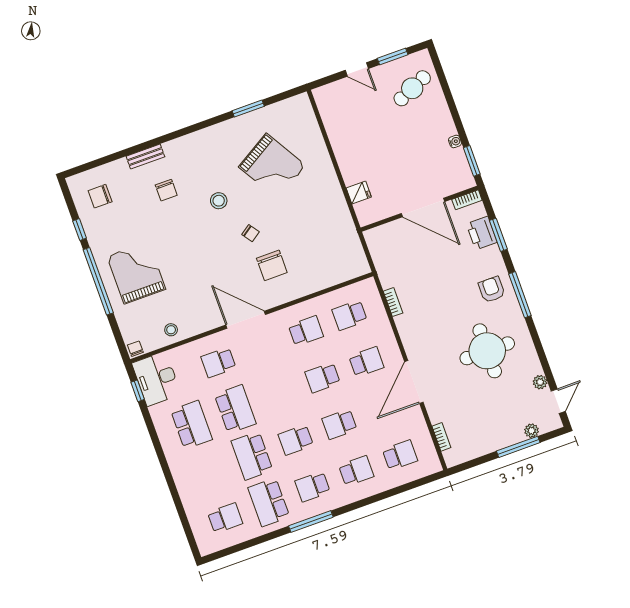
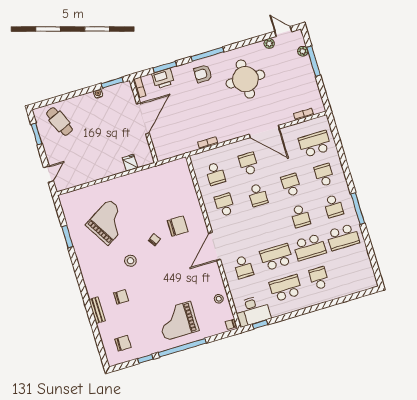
door: (357, 69) -> (49, 174), moved
chair: (100, 196) -> (123, 343), turned -90
school desk: (339, 424) -> (291, 185), turned 180
school desk: (400, 455) -> (315, 144), width x1.85
school desk: (225, 518) -> (319, 278), moved

